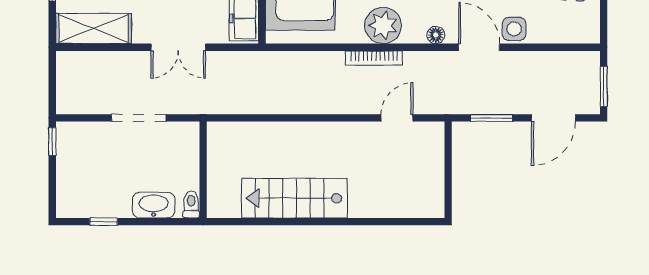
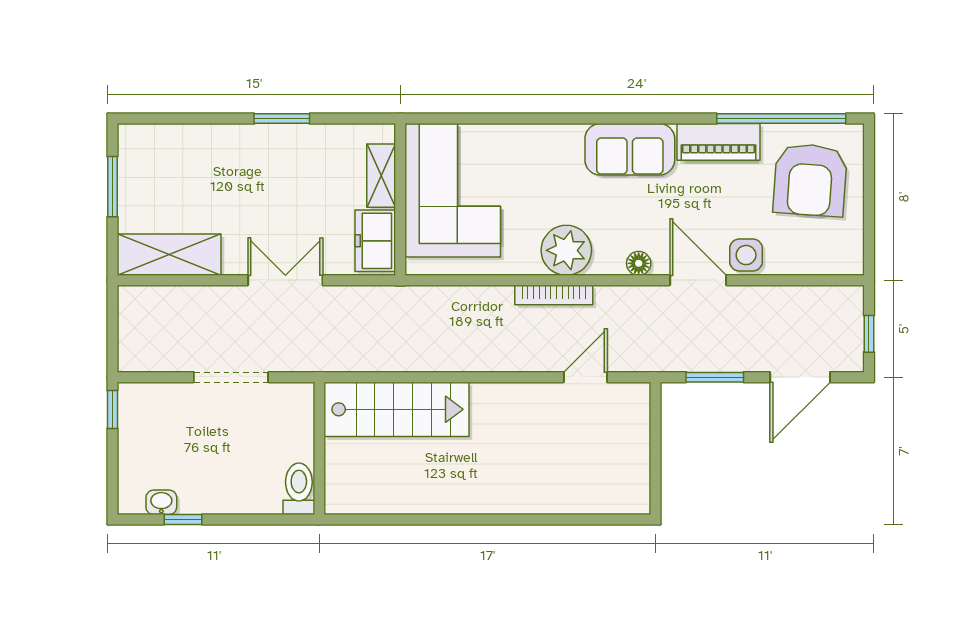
double door: (178, 47) -> (285, 280), swing flipped
window: (604, 86) -> (869, 334), width x0.67
stairs: (294, 198) -> (397, 409), moved, turned 180
washbasin: (154, 205) -> (161, 502), moved, width x0.52, depth x0.69
toilet: (191, 205) -> (299, 489), width x1.37, depth x1.39

